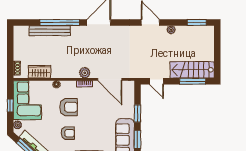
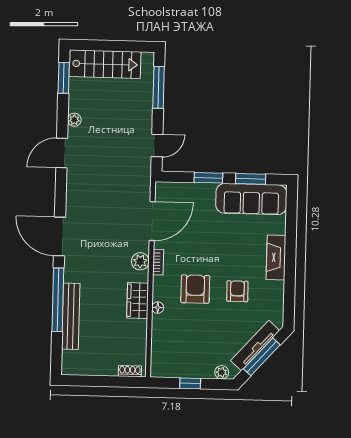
stairs: (192, 70) -> (105, 64), moved, turned -90
wardrobe: (40, 72) -> (138, 301), moved
corner sofa: (27, 100) -> (182, 356), removed

